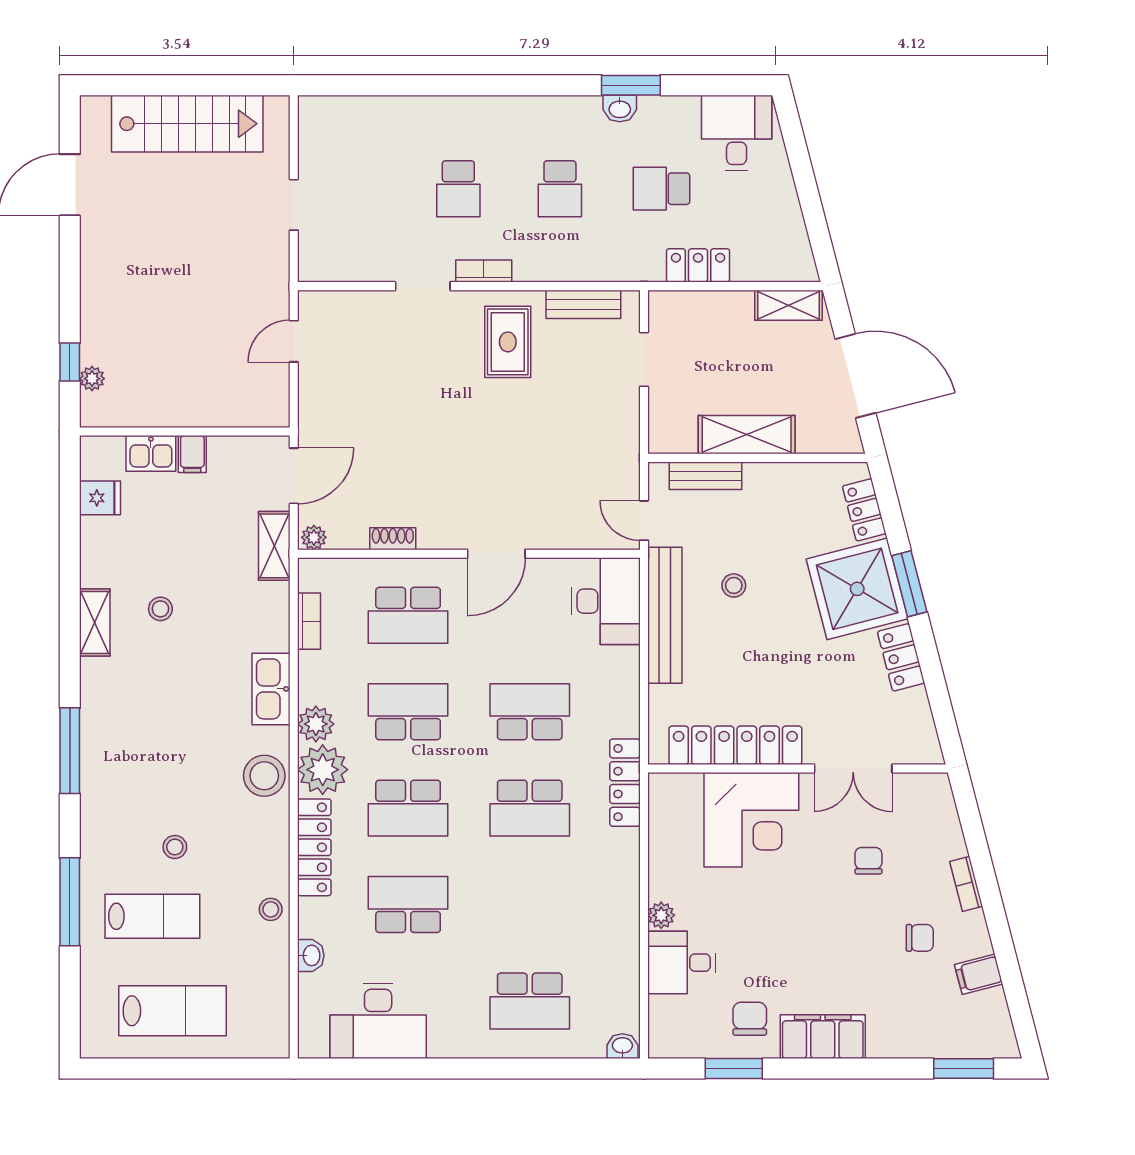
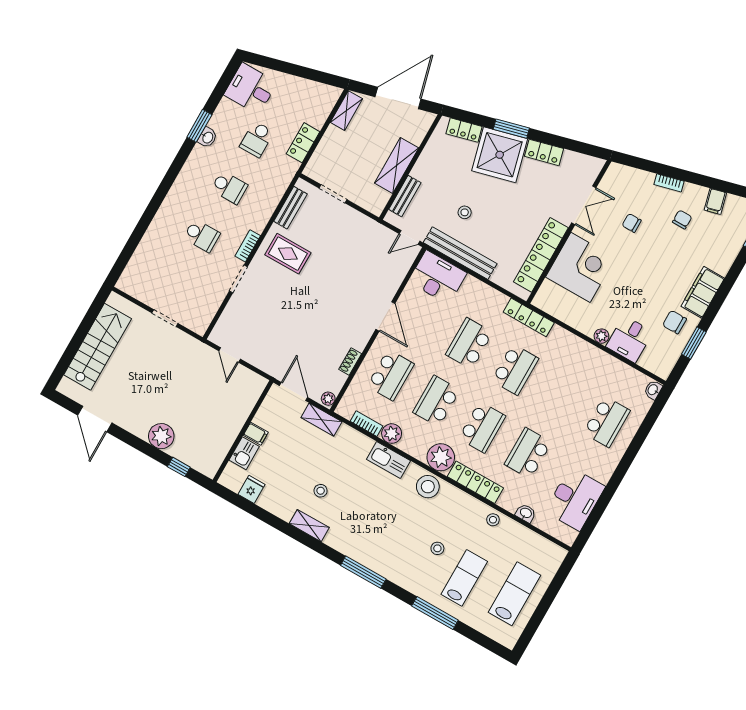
plant: (92, 379) -> (161, 436), moved, width x1.88, depth x1.88
plant: (316, 724) -> (392, 434), moved

